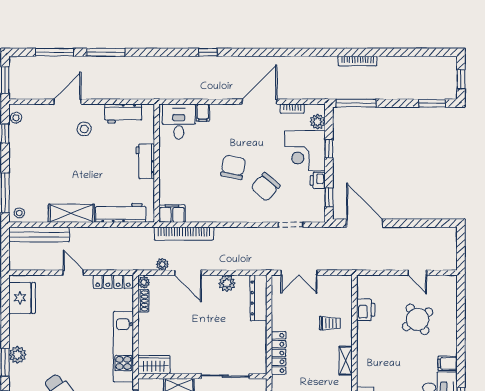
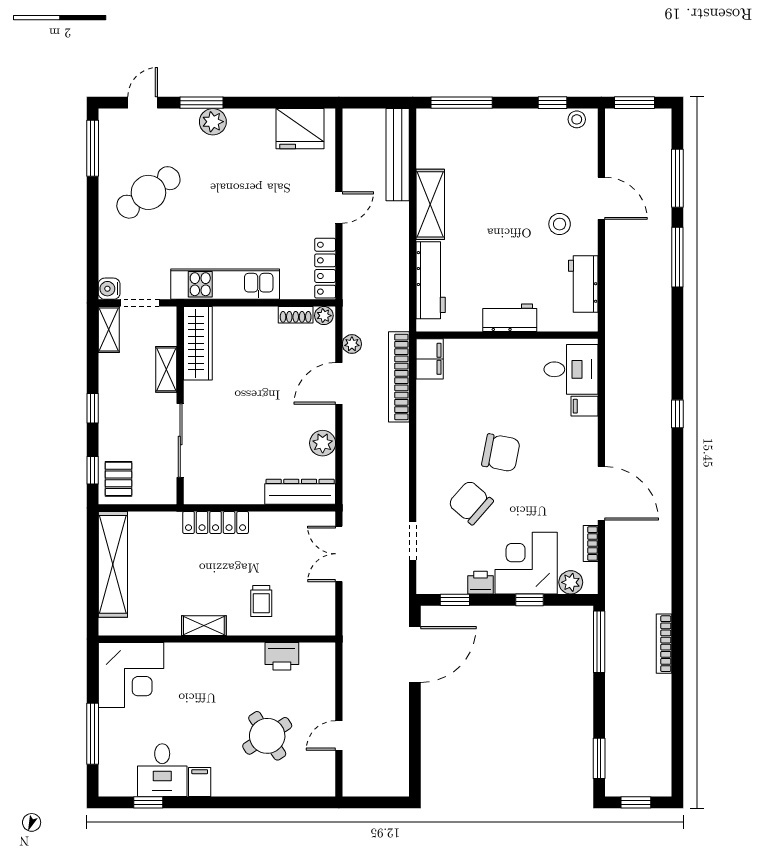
stool: (19, 213) -> (431, 125), removed
wardrobe: (154, 365) -> (198, 343), width x1.50

